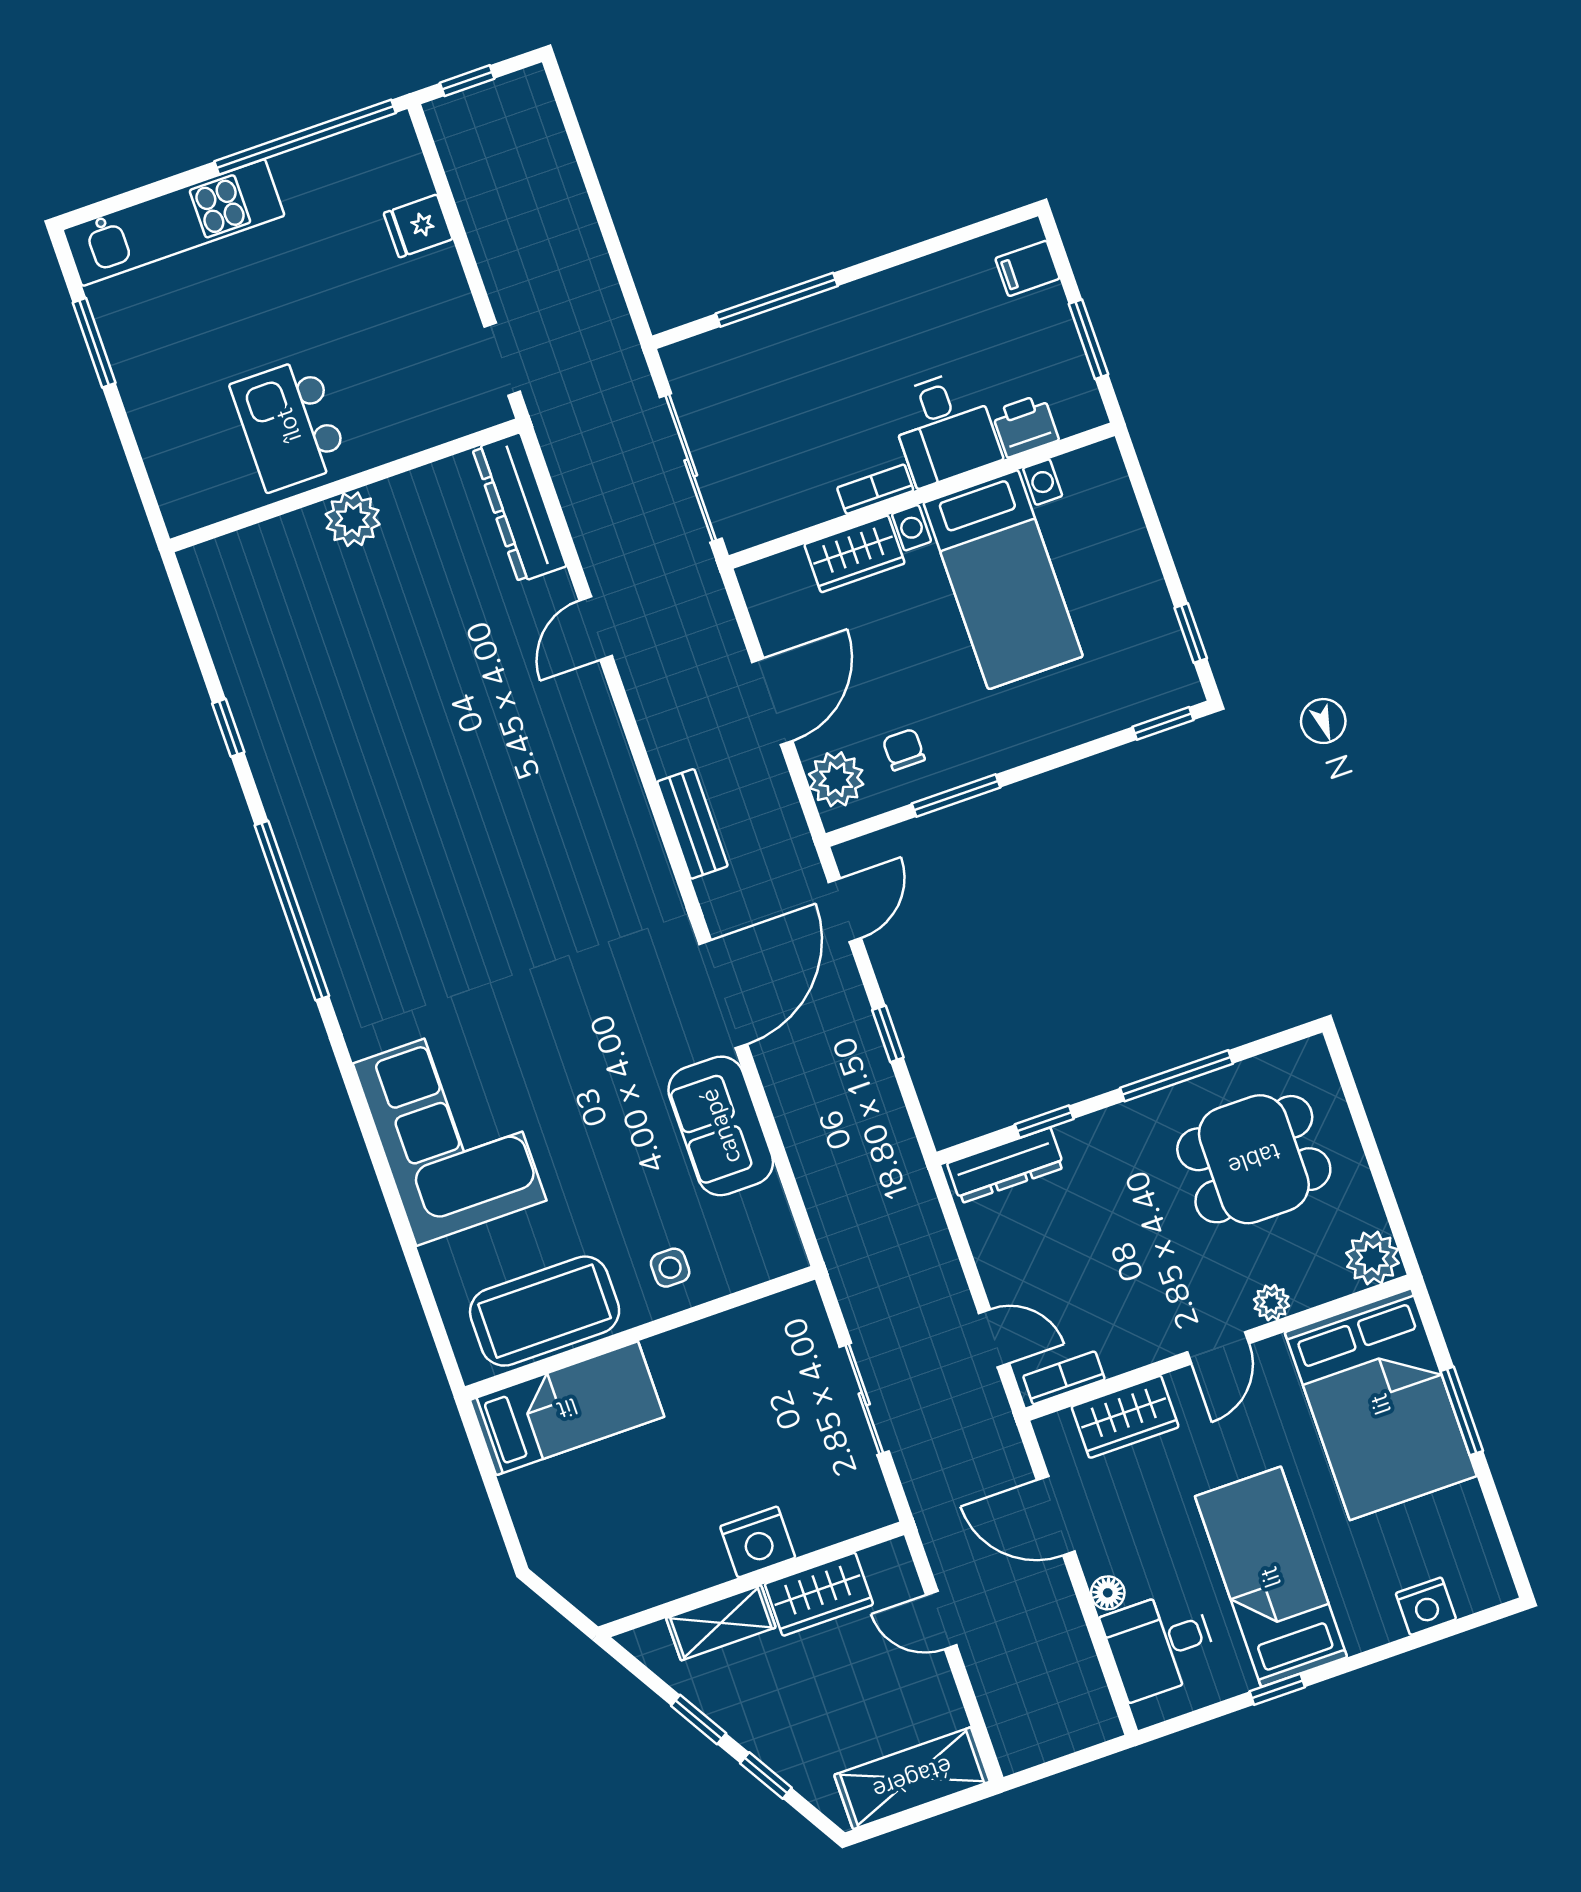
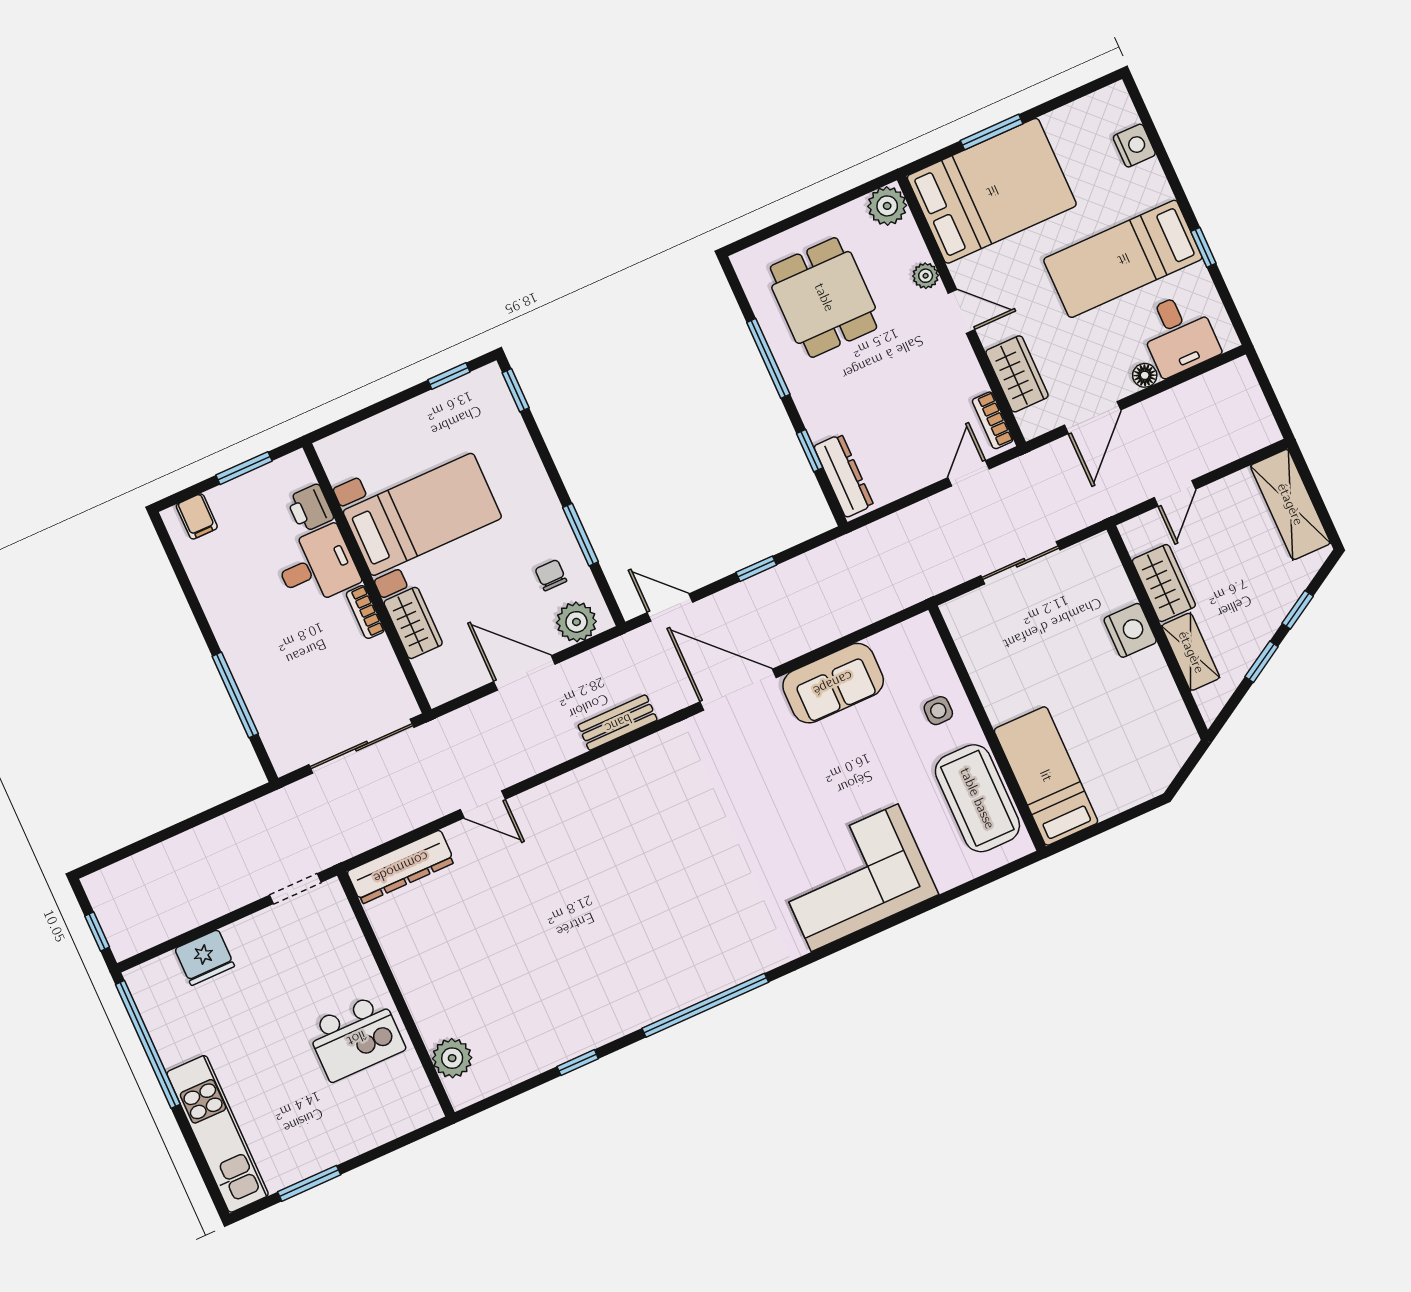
fridge: (418, 226) -> (205, 958), width x1.38
plant: (353, 519) -> (452, 1058), moved
chair: (904, 750) -> (551, 575), turned 90

